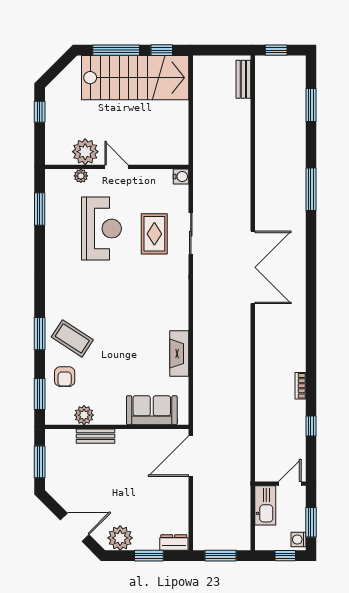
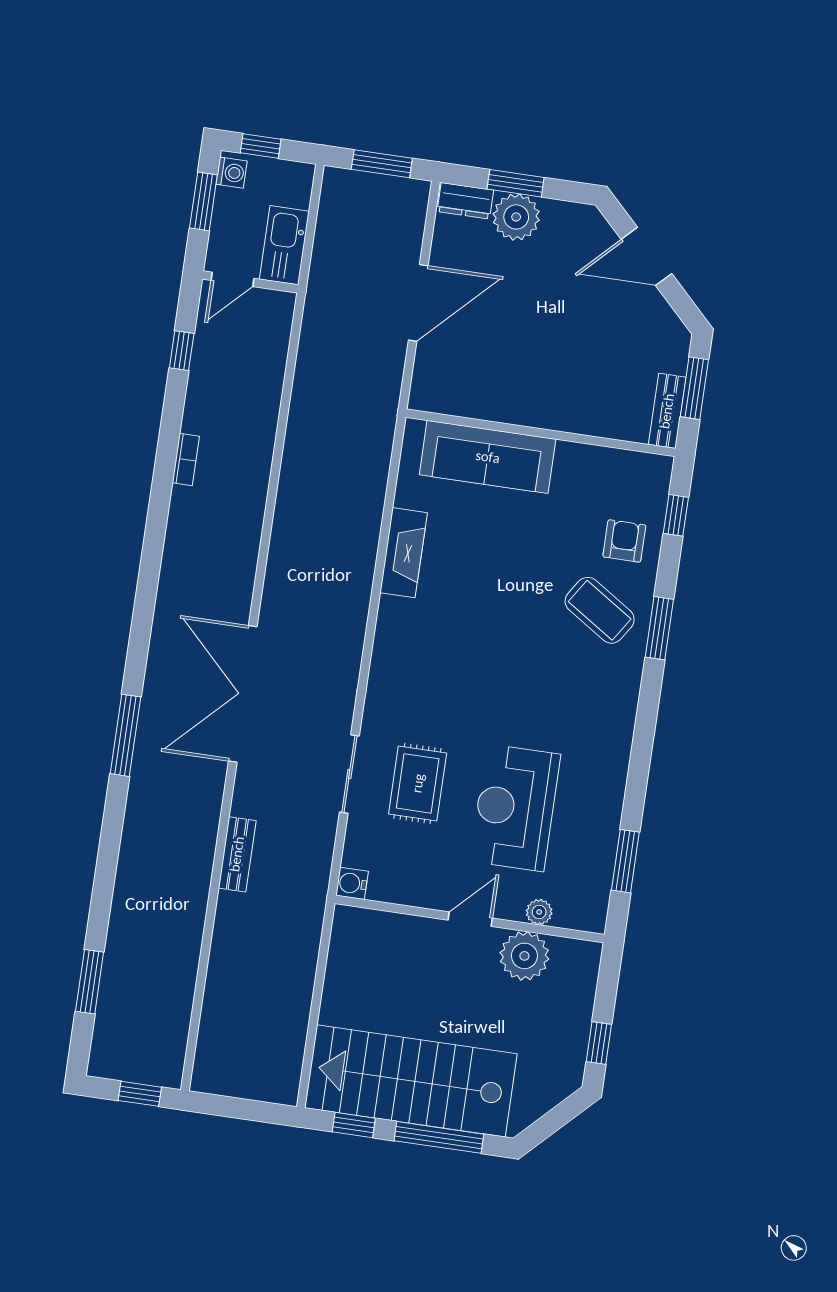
bench: (243, 79) -> (237, 854), moved
door: (116, 167) -> (470, 919), swing flipped
window: (311, 189) -> (126, 735), moved
window: (40, 394) -> (676, 515), width x0.67
sofa: (152, 410) -> (488, 457), width x1.36
plant: (84, 415) -> (598, 464), removed
window: (311, 426) -> (182, 351), moved
bench: (95, 436) -> (667, 411), moved, turned 90
door: (191, 456) -> (418, 303), moved
plant: (120, 538) -> (516, 217), moved

